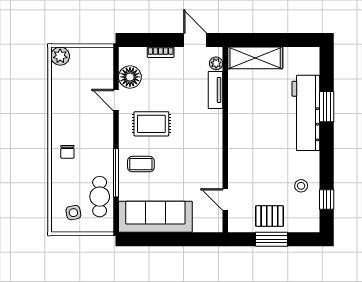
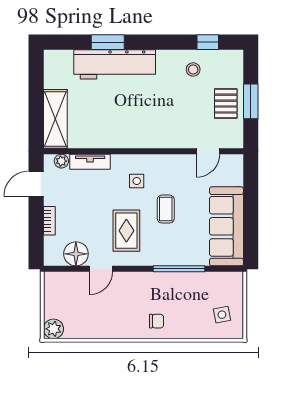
side table: (198, 133) -> (137, 181), added
coffee table: (141, 164) -> (166, 209), moved
cafe table: (100, 197) -> (205, 286), removed

